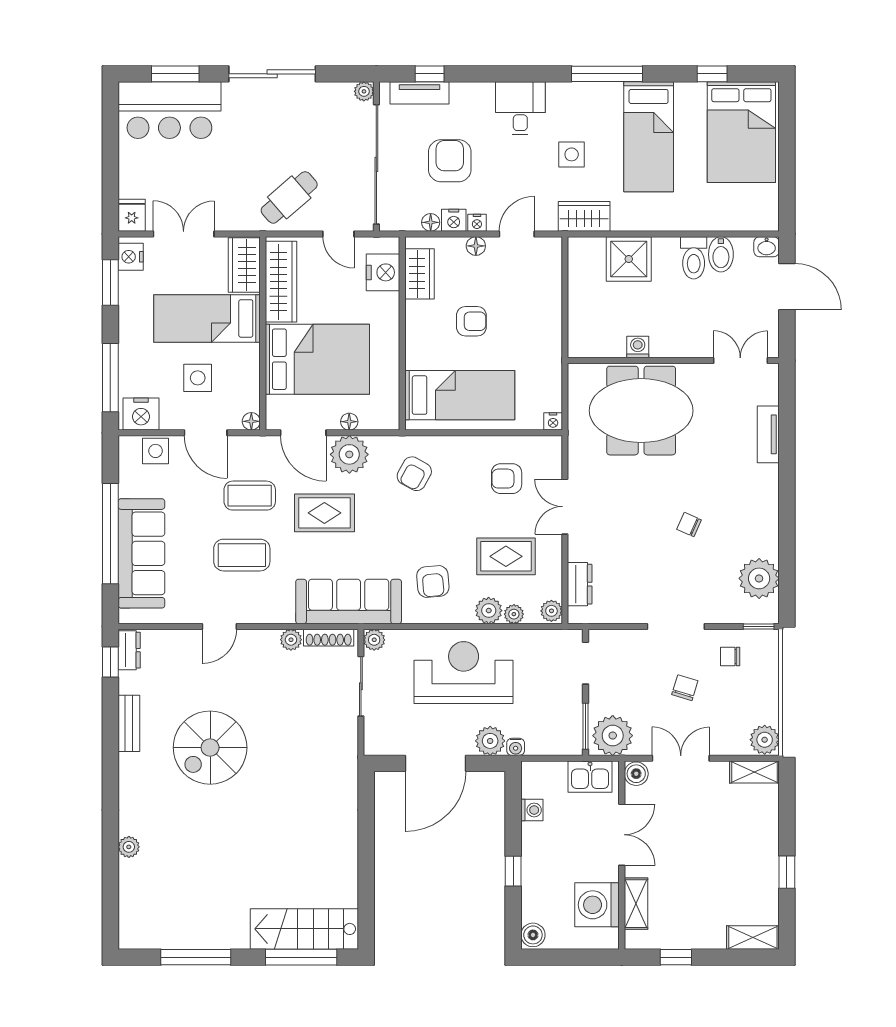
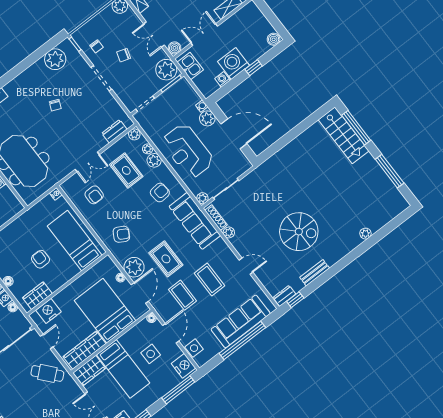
washing machine: (597, 905) -> (233, 64), moved, turned 180

